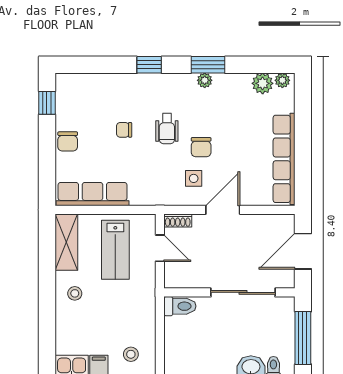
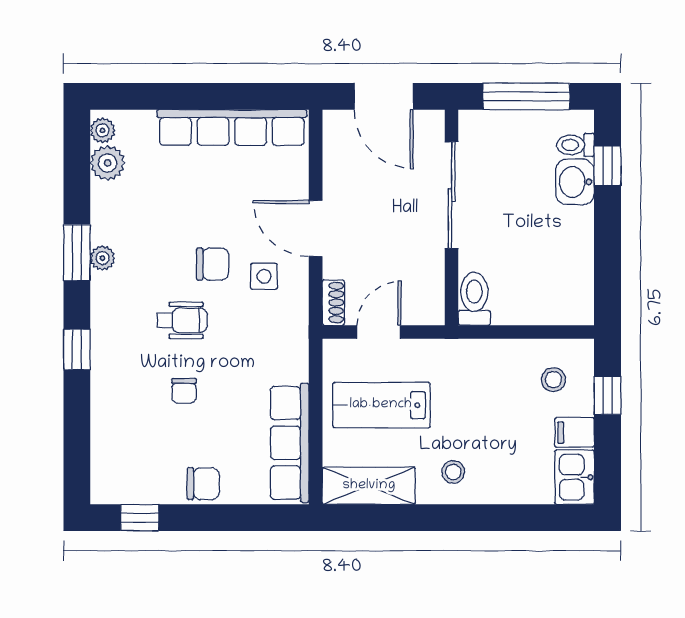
lab bench: (115, 250) -> (381, 405), turned 180

